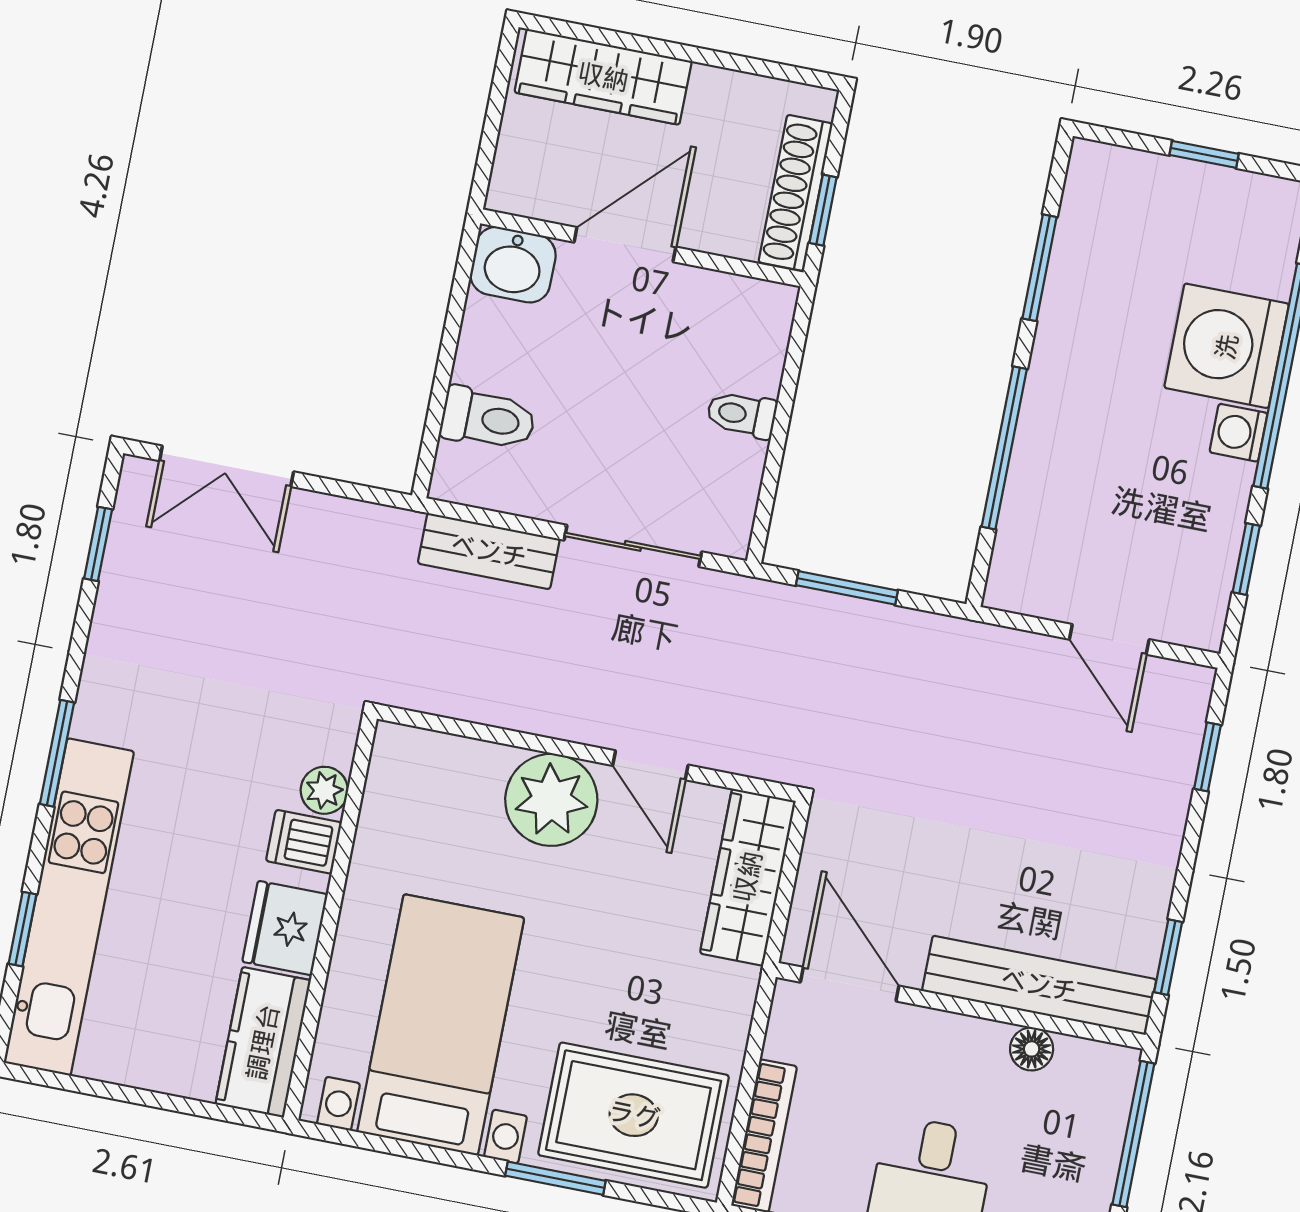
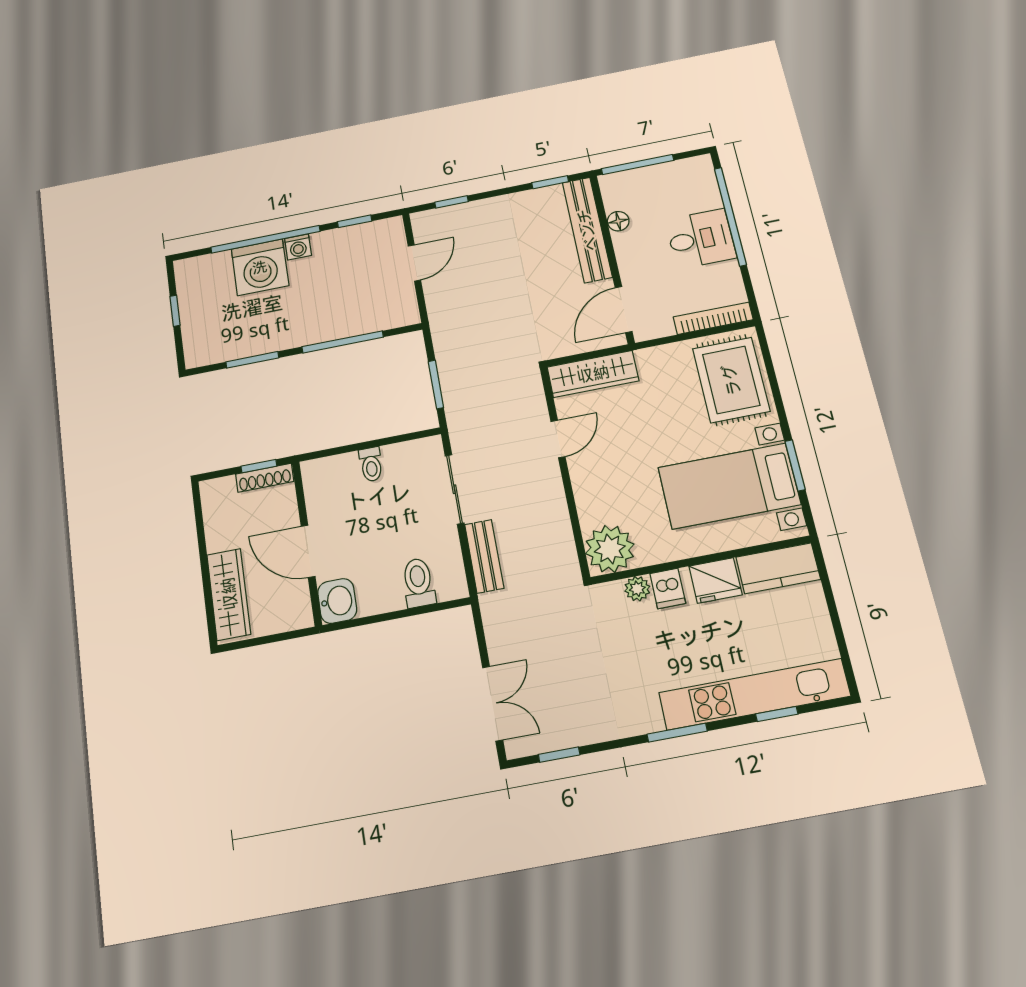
shoe rack: (796, 193) -> (265, 478), width x0.74, depth x0.81
plant: (551, 800) -> (610, 549), moved
window: (555, 1178) -> (795, 465), moved

